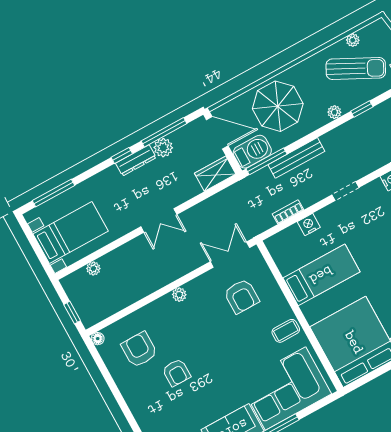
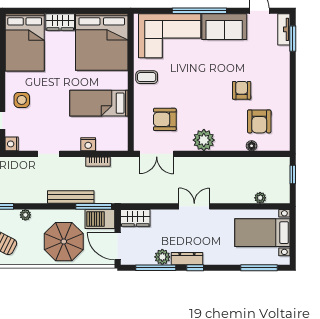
plant: (179, 295) -> (204, 140), width x1.88, depth x1.88
armchair: (241, 296) -> (165, 119), turned -90
floor lamp: (98, 339) -> (252, 146), moved

